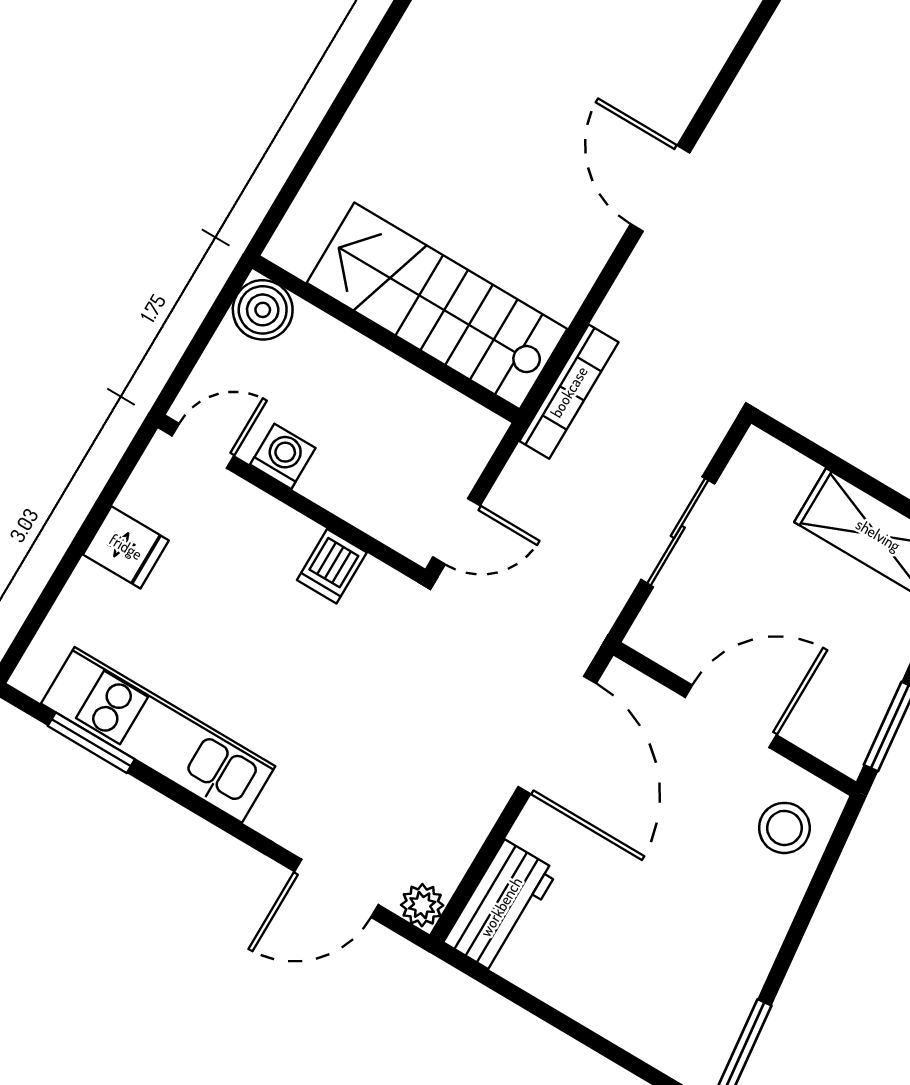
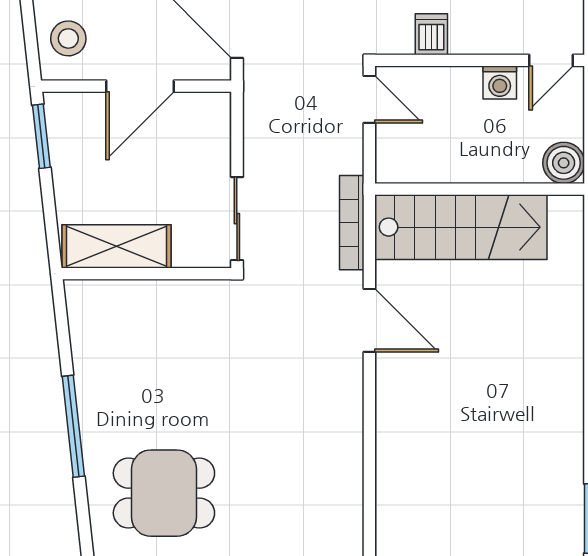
door: (660, 188) -> (369, 320), moved
door: (457, 531) -> (369, 99), swing flipped
sliding door: (678, 532) -> (237, 219), moved

